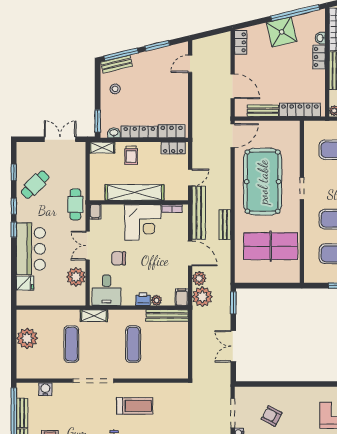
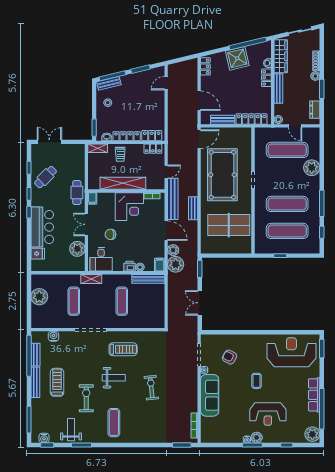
double door: (60, 139) -> (49, 142), moved

